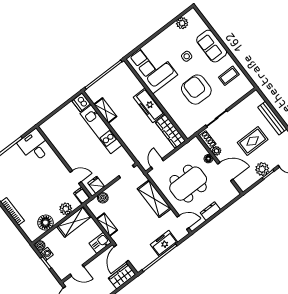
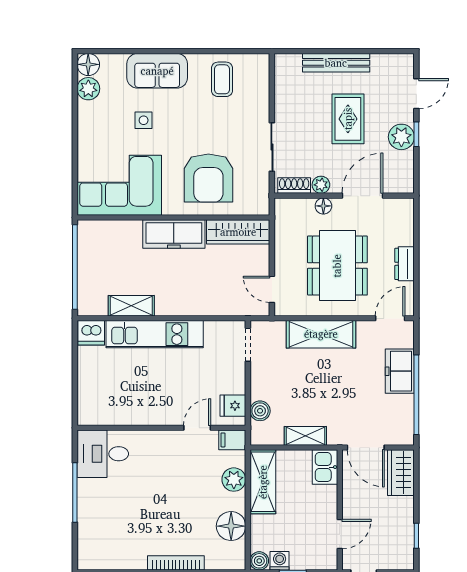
floor lamp: (192, 15) -> (88, 64), added
armchair: (196, 90) -> (208, 178), moved, turned -90

